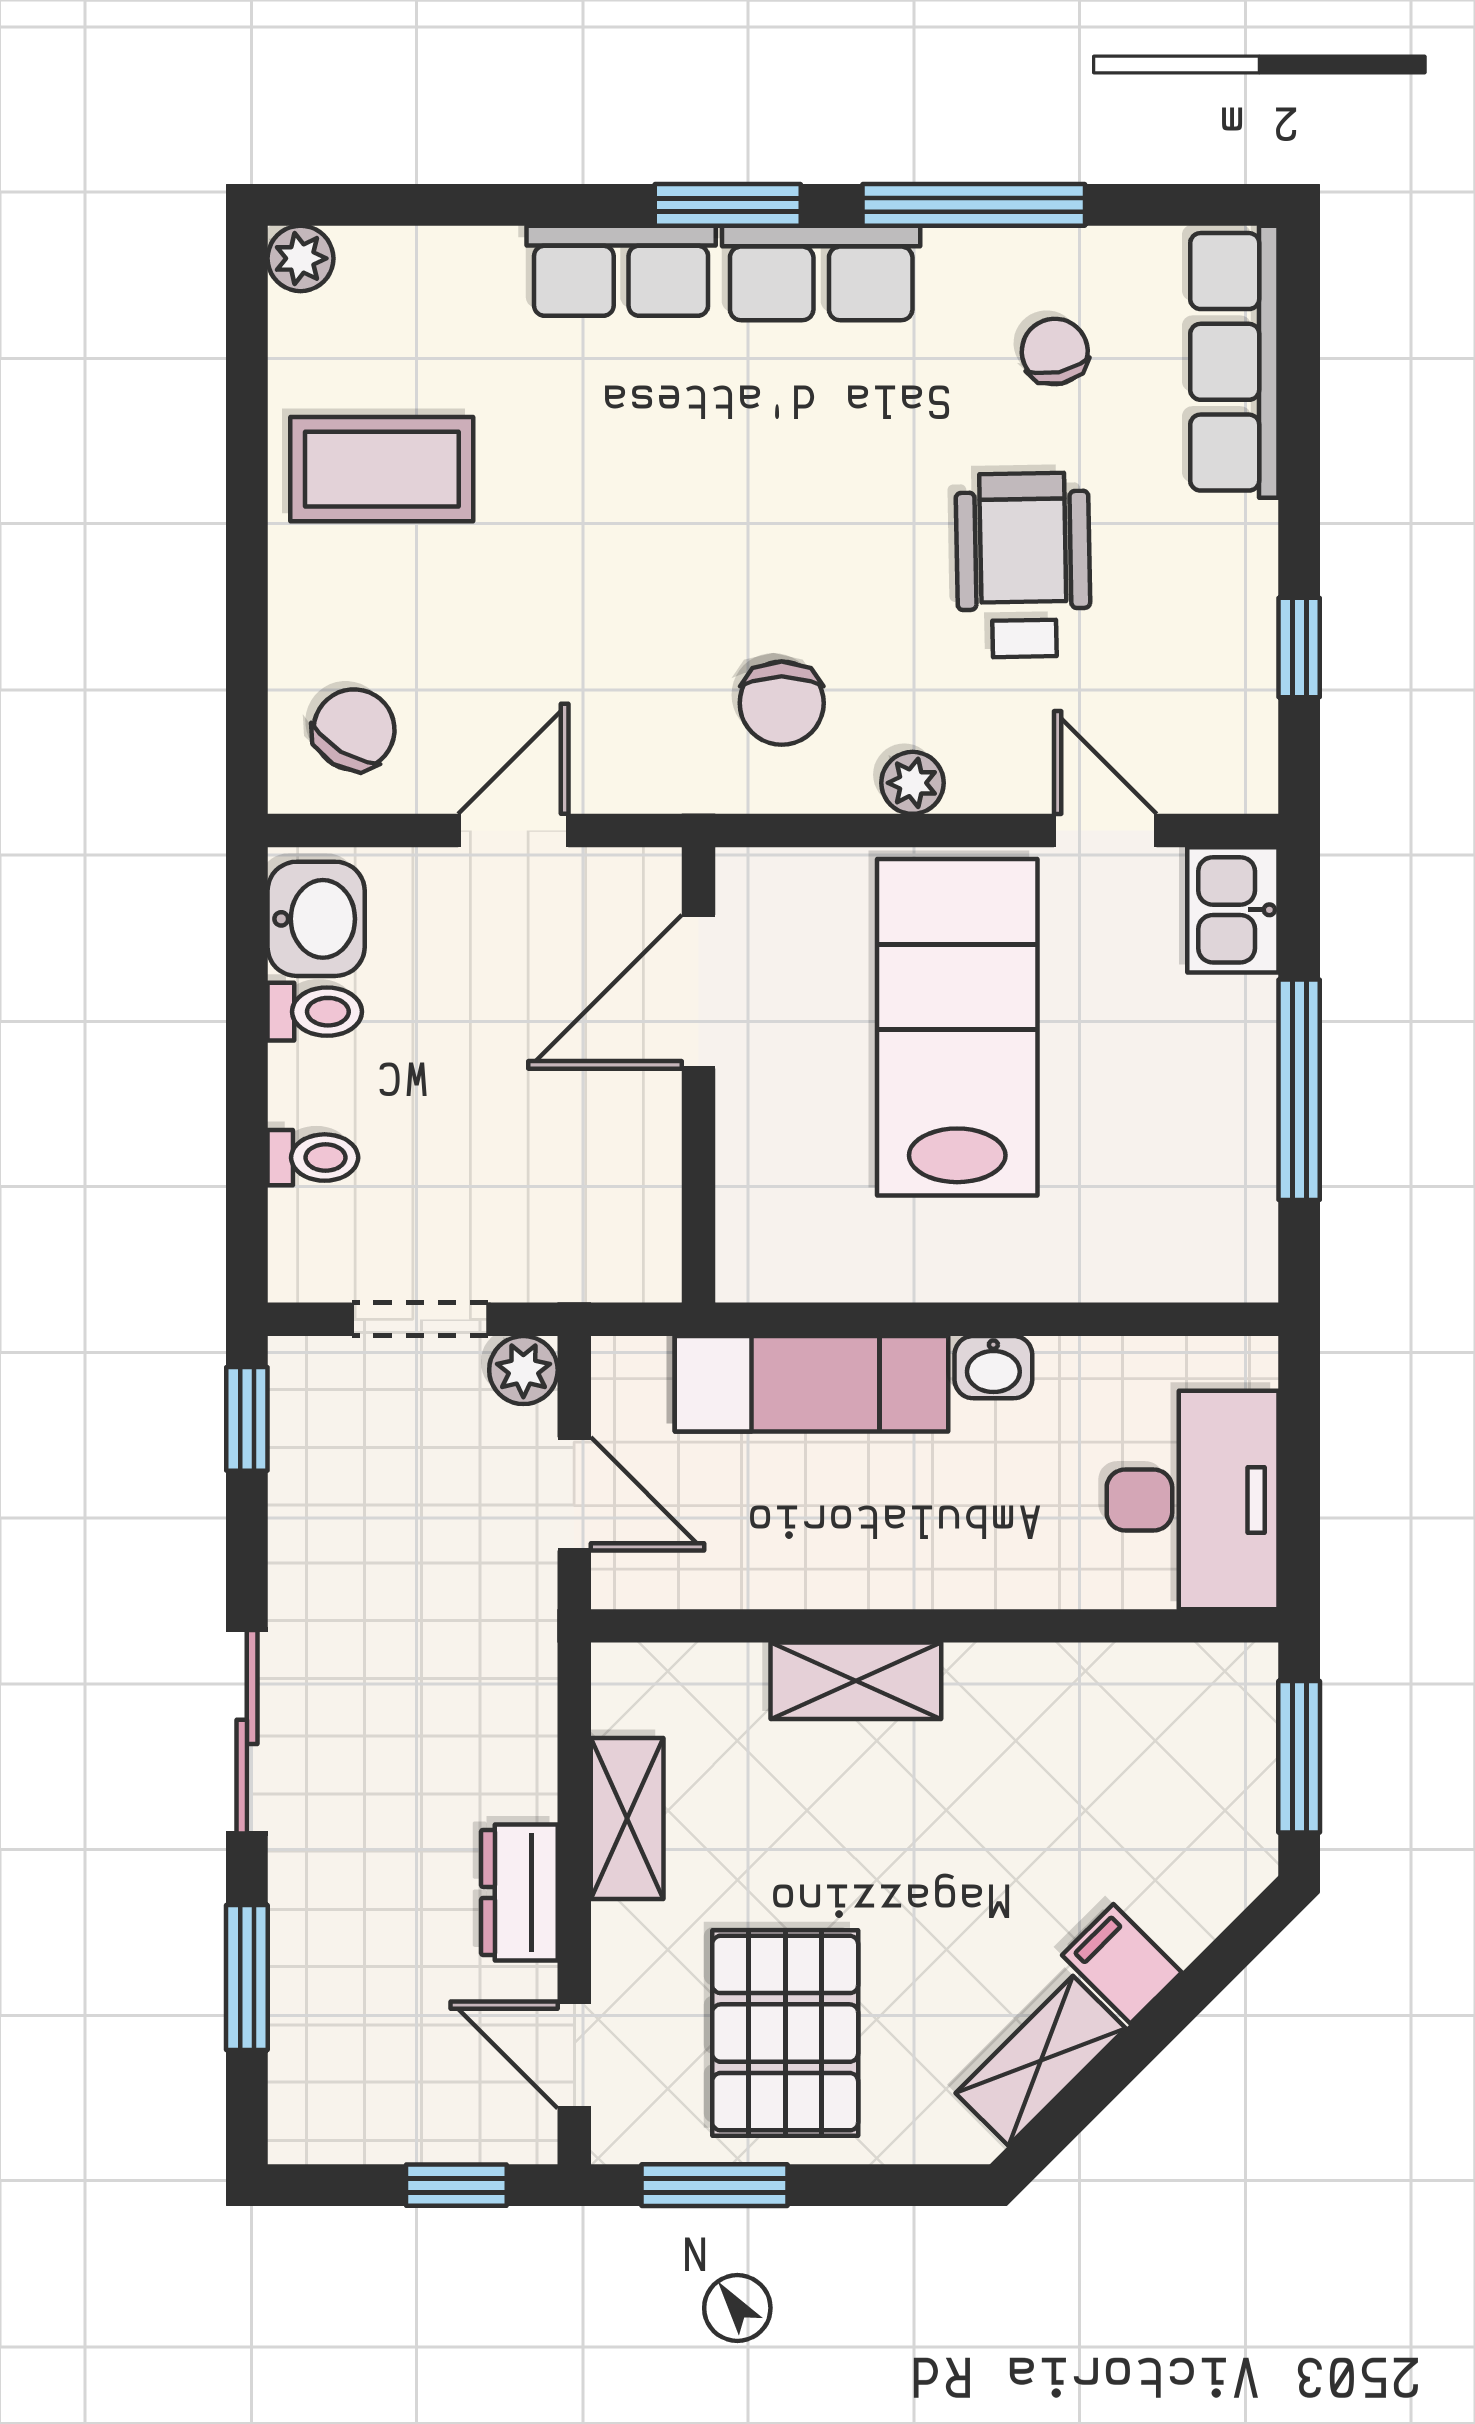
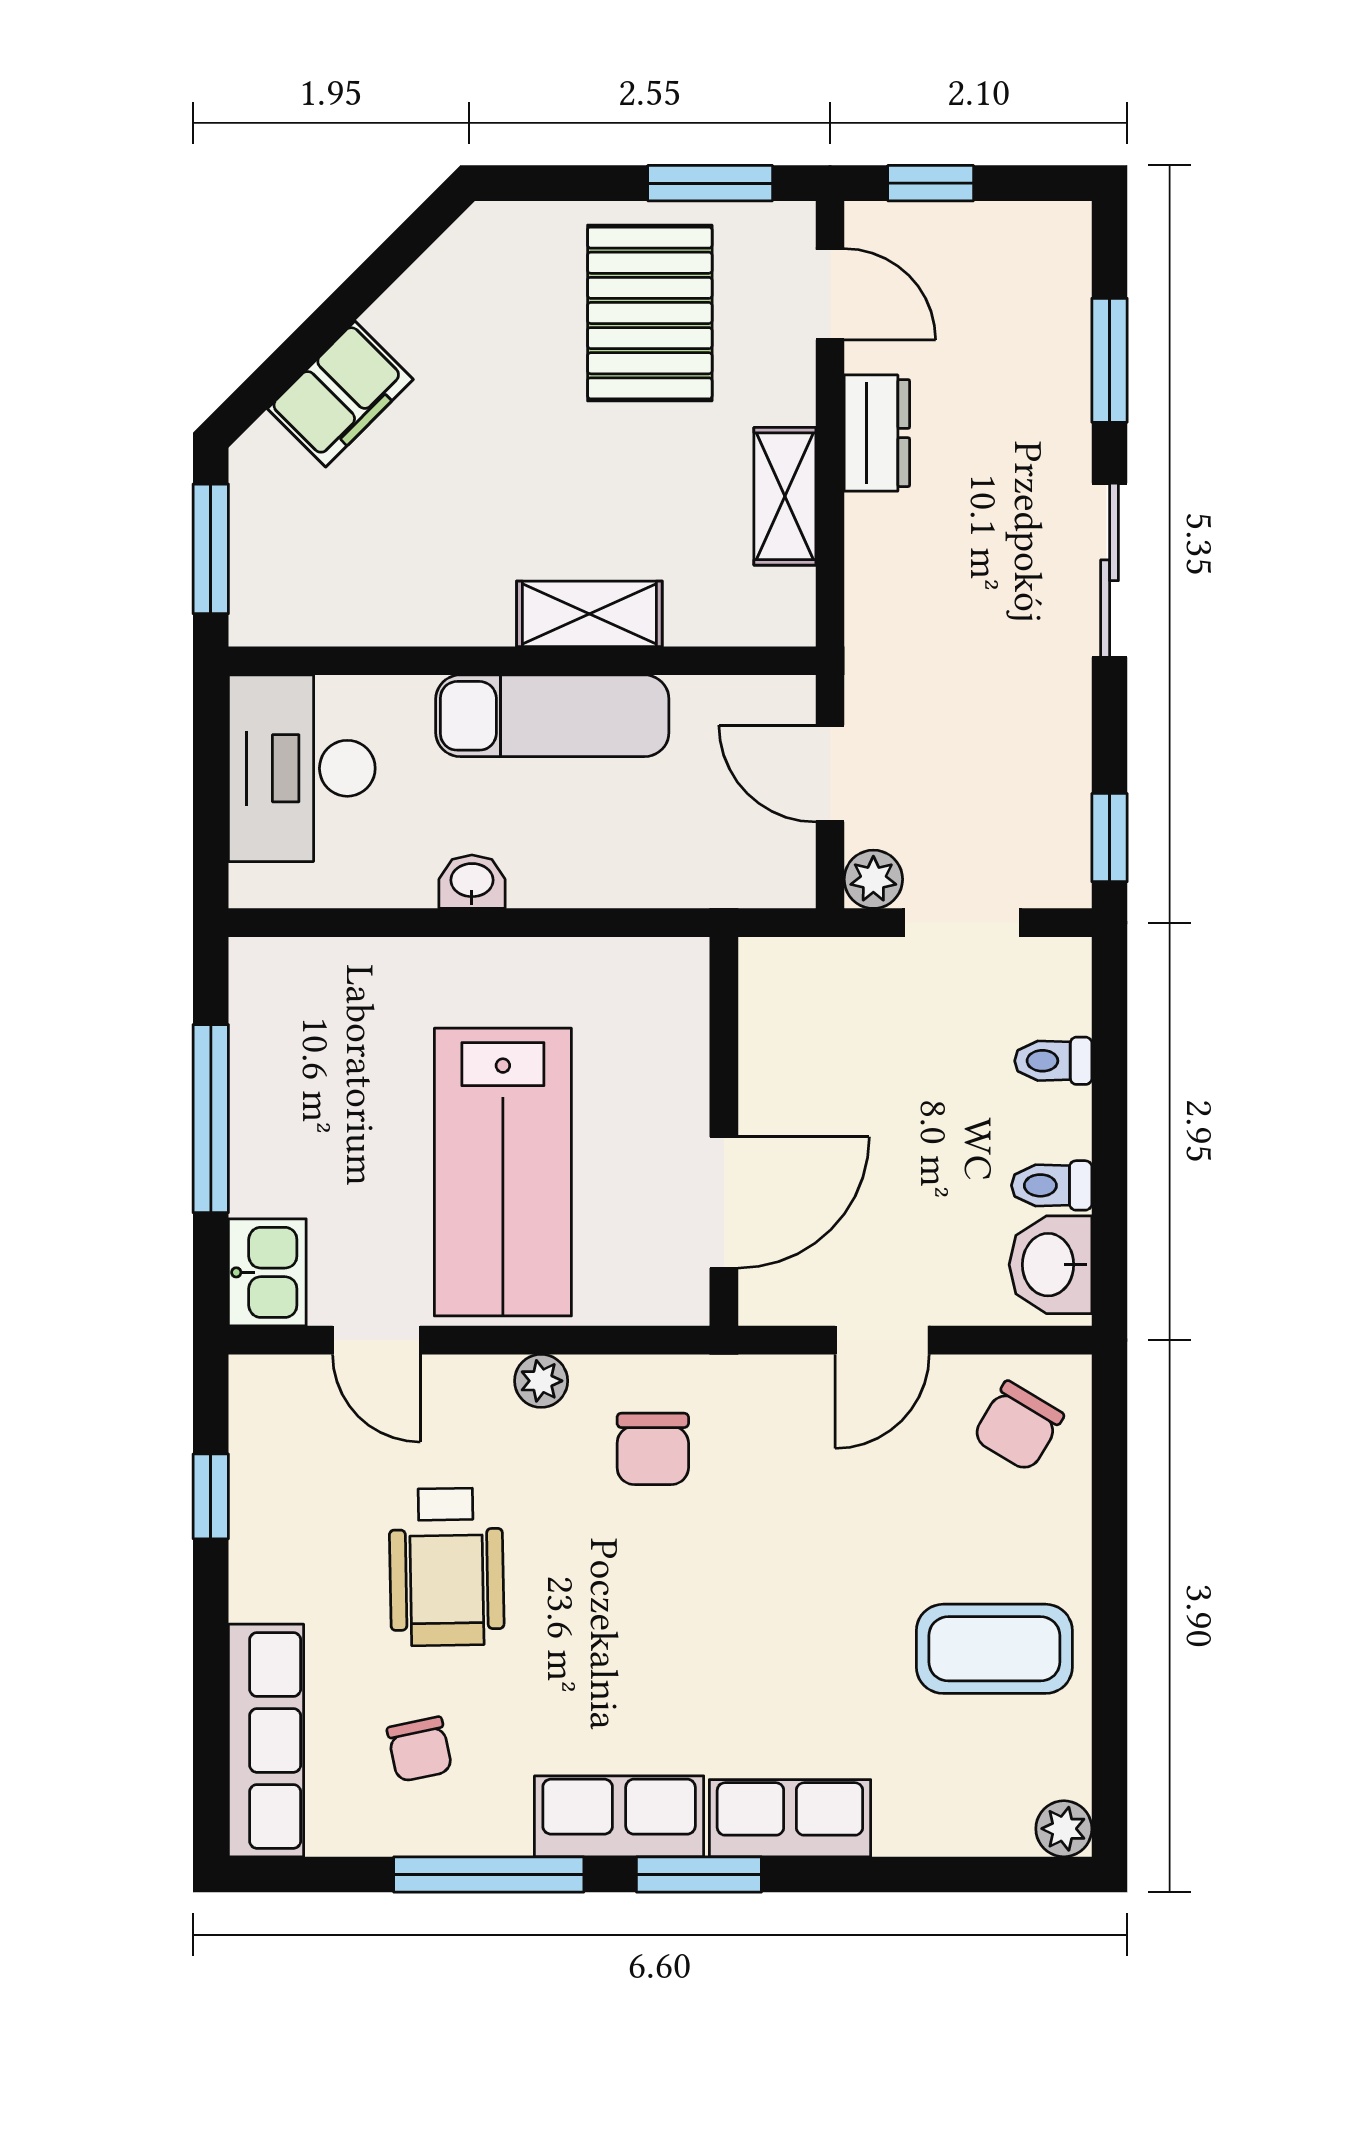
chair: (782, 703) -> (653, 1449), turned 180
exam couch: (811, 1384) -> (552, 716), moved, turned 180
filing cabinet: (1122, 1964) -> (340, 394), width x2.00
shelving: (1041, 2061) -> (432, 289), removed

